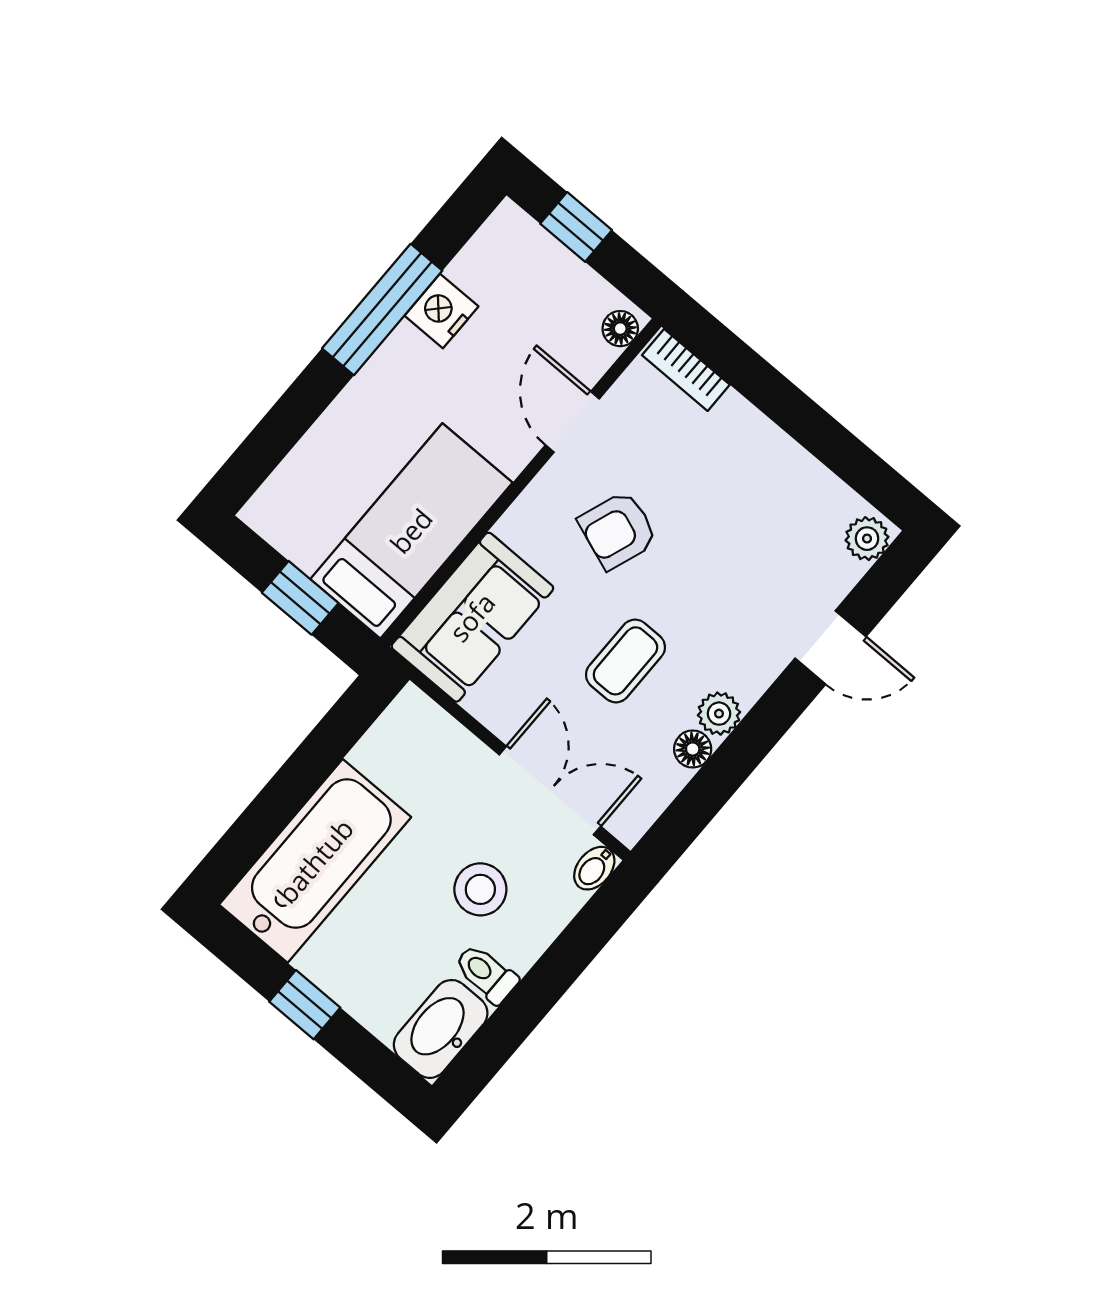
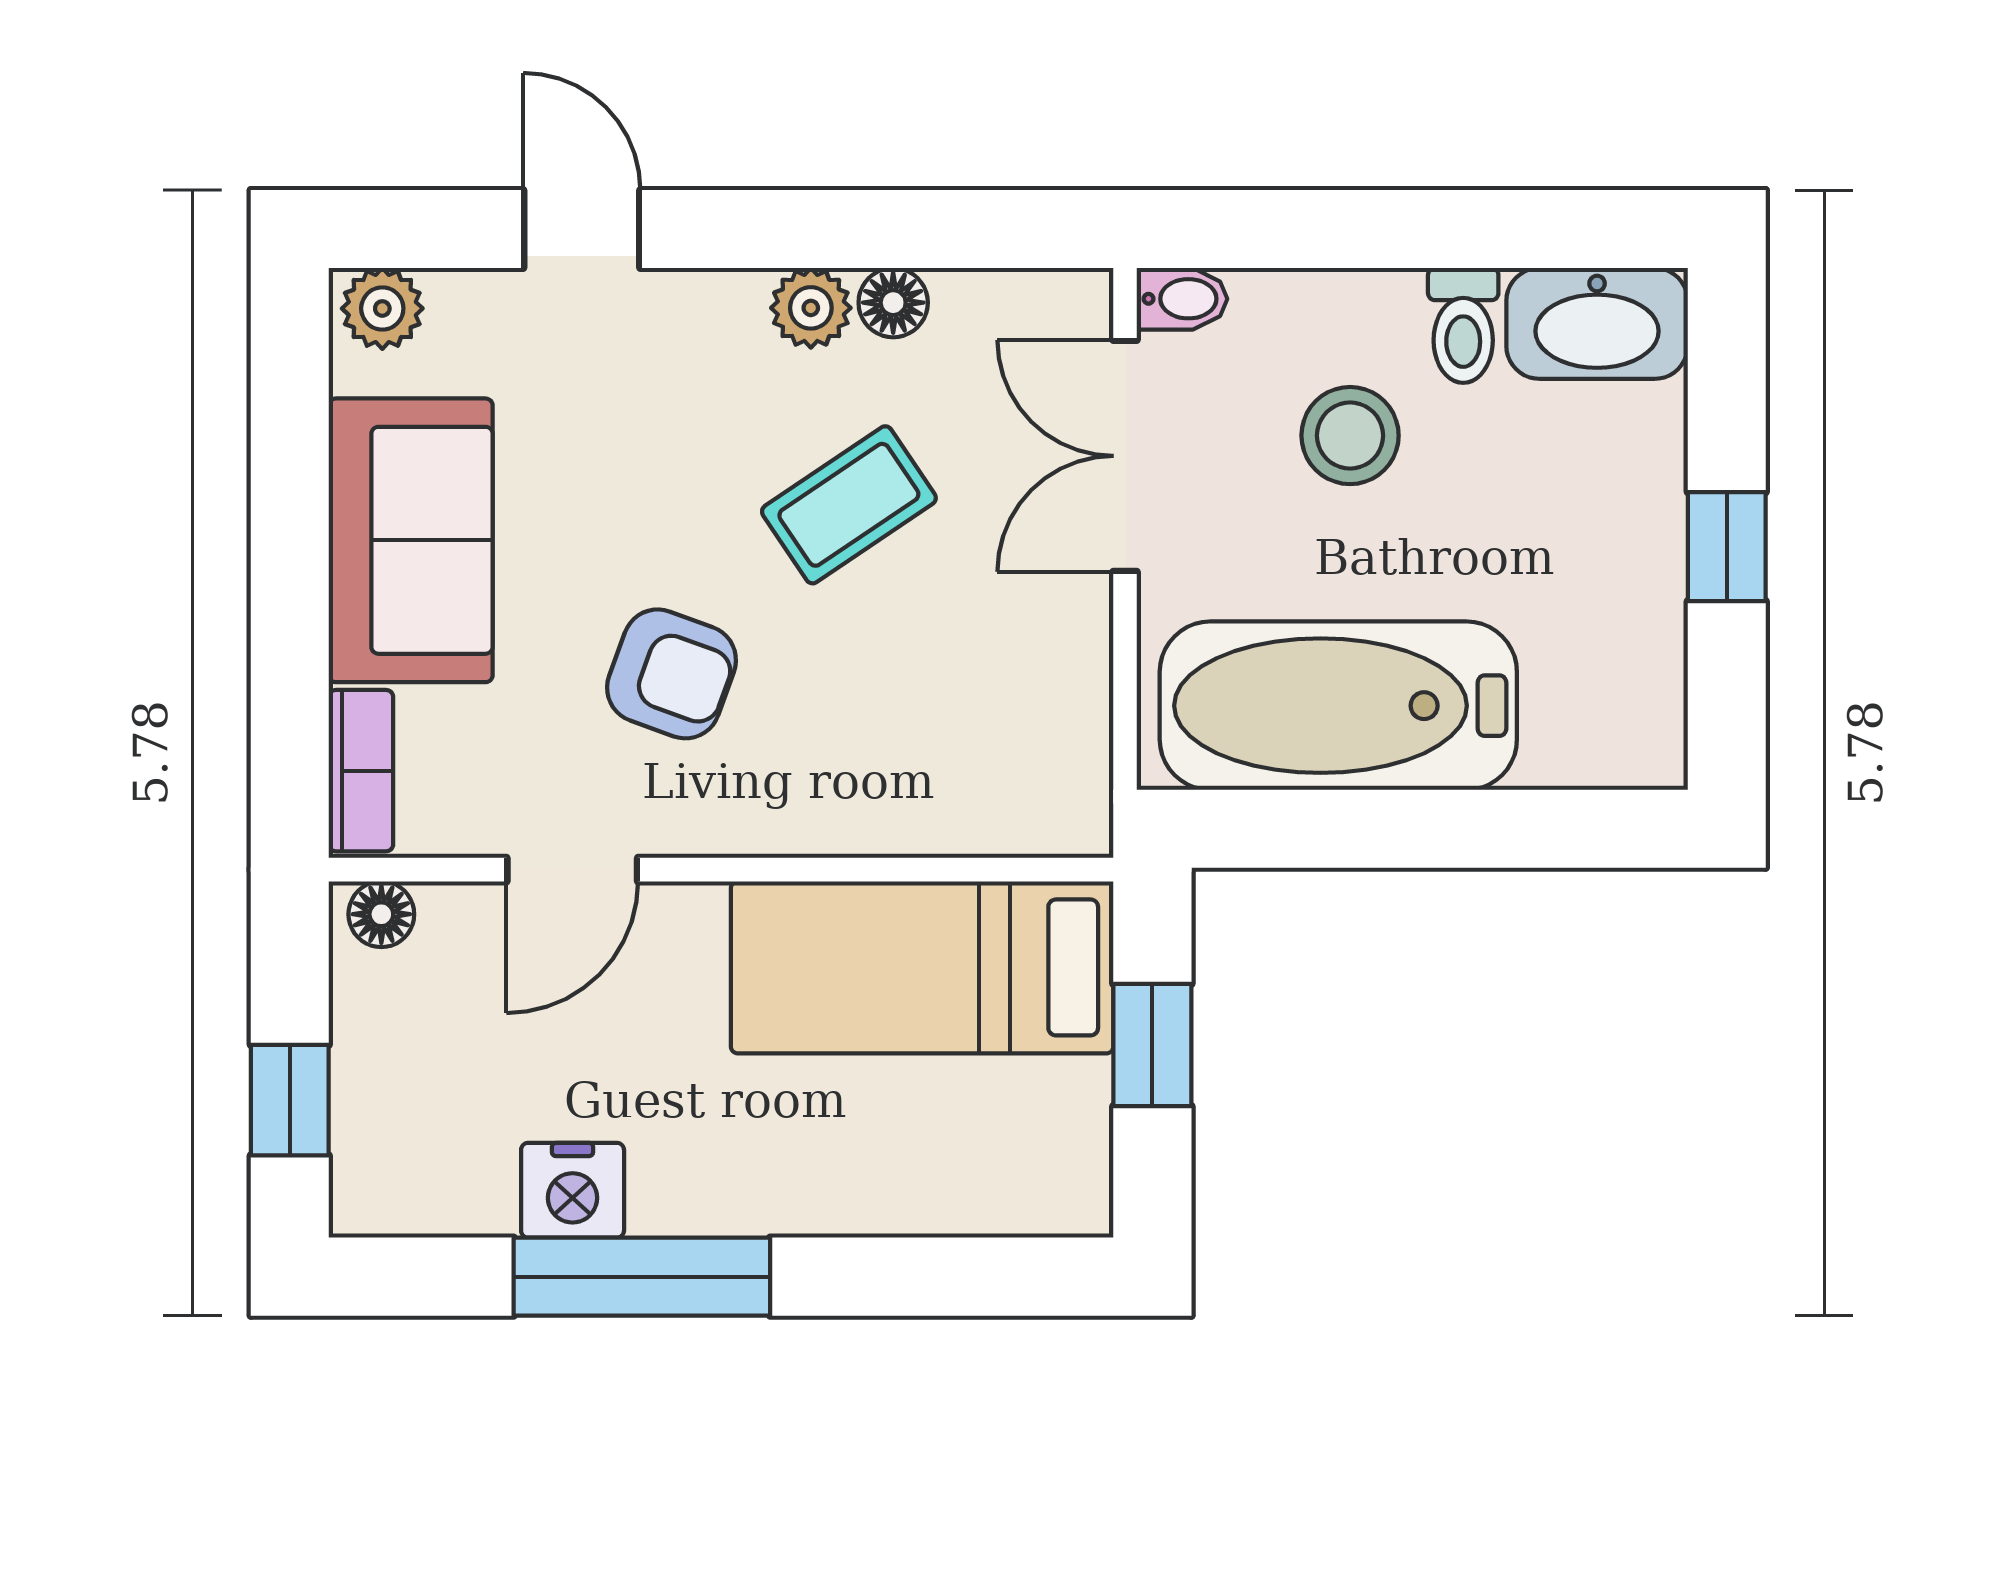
sofa: (472, 617) -> (411, 540), moved, turned 90
coffee table: (625, 661) -> (849, 505), turned -34
bathtub: (315, 861) -> (1338, 706), moved

